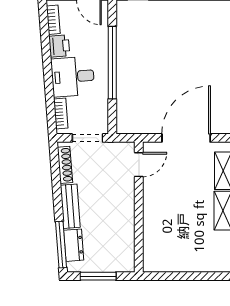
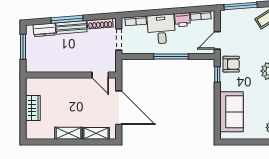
window: (112, 63) -> (171, 57), width x0.68
window: (61, 245) -> (67, 19), moved
wardrobe: (187, 262) -> (33, 108), added

